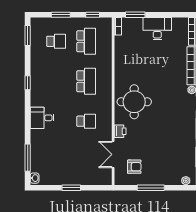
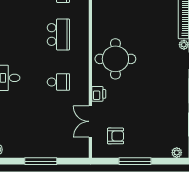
window: (71, 188) -> (41, 161), width x1.44

